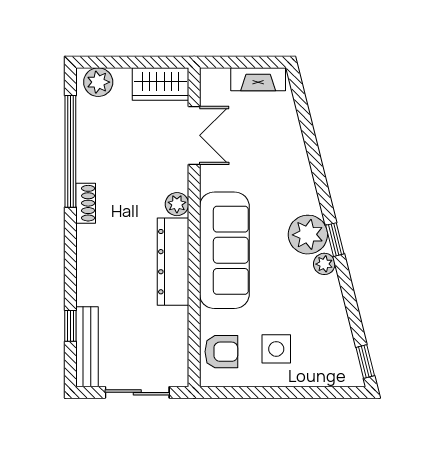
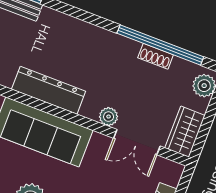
shoe rack: (86, 203) -> (156, 56), moved
plant: (177, 204) -> (109, 117), moved

